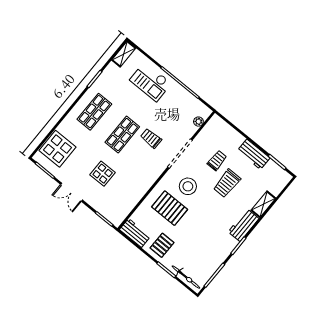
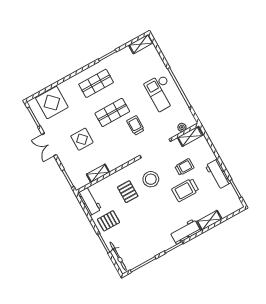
checkout: (151, 82) -> (161, 93), moved
shelving: (210, 127) -> (190, 136), added
shelving: (132, 202) -> (98, 173), added
pallet: (170, 208) -> (128, 192), width x0.67, depth x0.71

